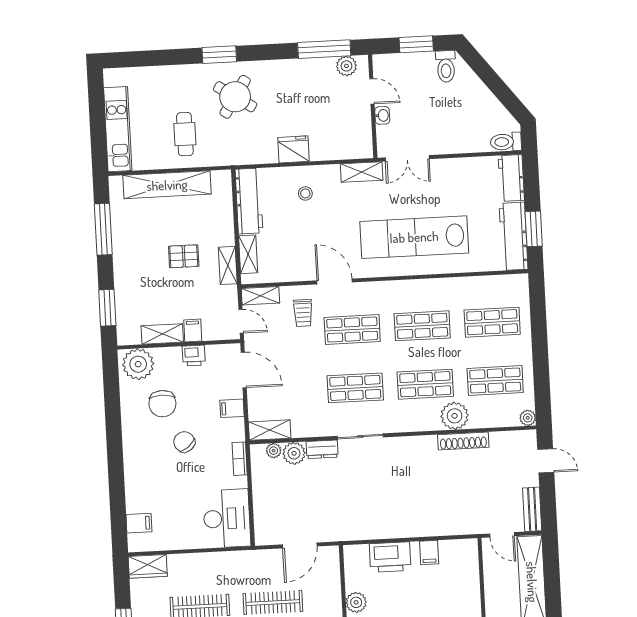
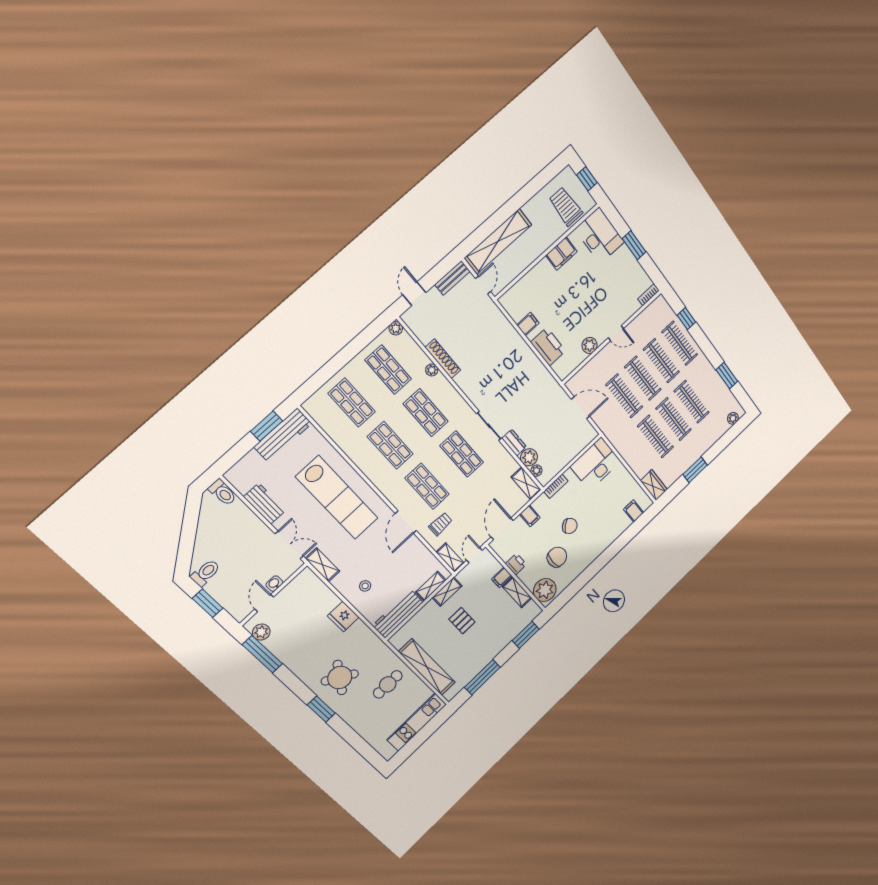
workbench: (511, 178) -> (265, 504), moved, turned -90
plant: (455, 416) -> (432, 370), width x0.53, depth x0.53
chair: (184, 442) -> (570, 526), turned -93

